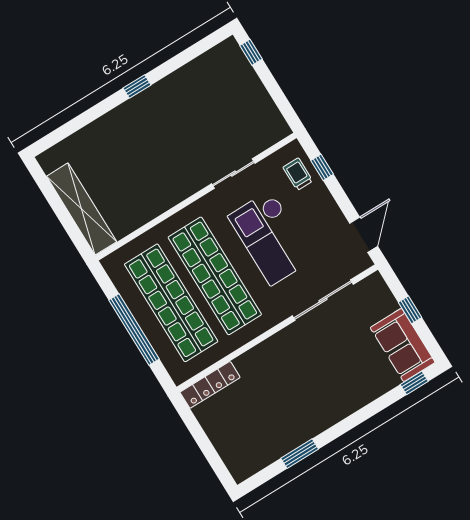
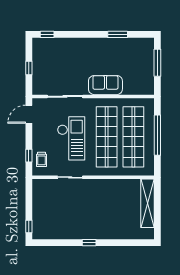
sofa: (403, 345) -> (105, 85), moved, turned -90
locker: (210, 385) -> (139, 90), removed
window: (207, 447) -> (157, 63), added

